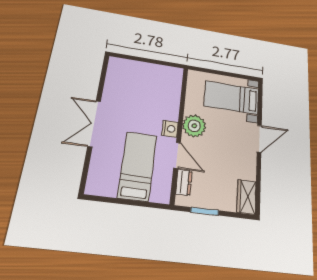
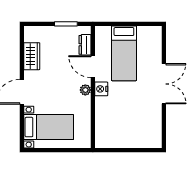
plant: (194, 126) -> (85, 90), width x0.53, depth x0.53
wardrobe: (246, 197) -> (32, 56), moved

